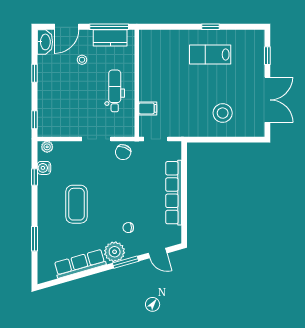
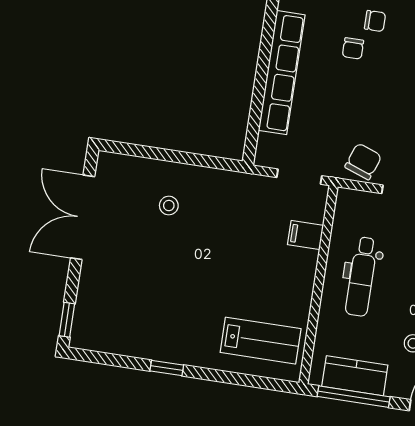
lab bench: (210, 55) -> (261, 341), moved
window: (267, 56) -> (67, 320), moved
stool: (223, 113) -> (169, 206), width x0.53, depth x0.53
chair: (138, 211) -> (353, 48), added

